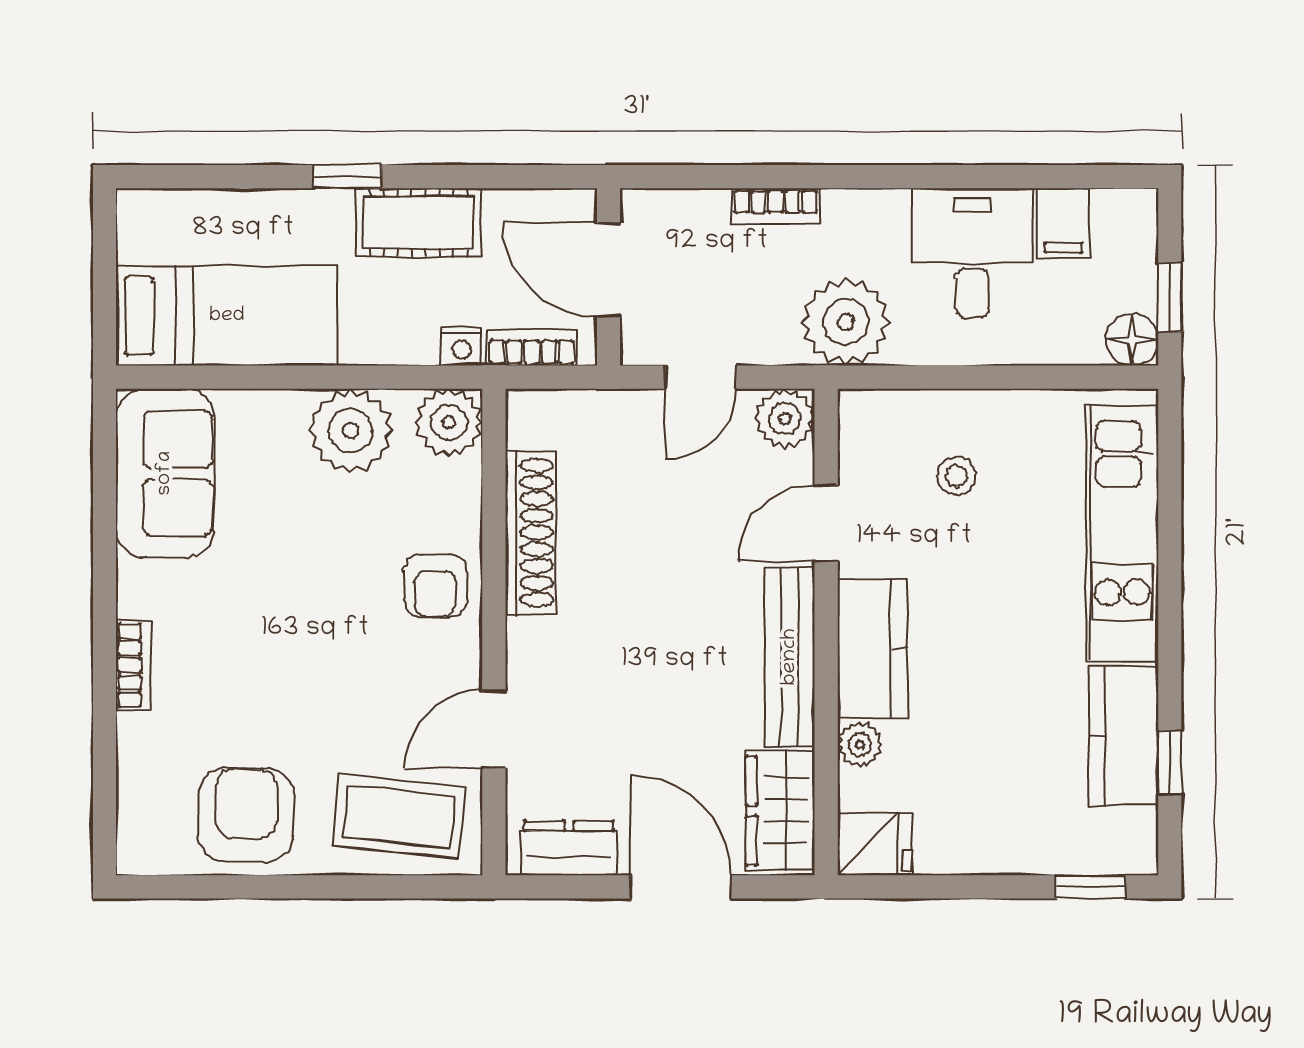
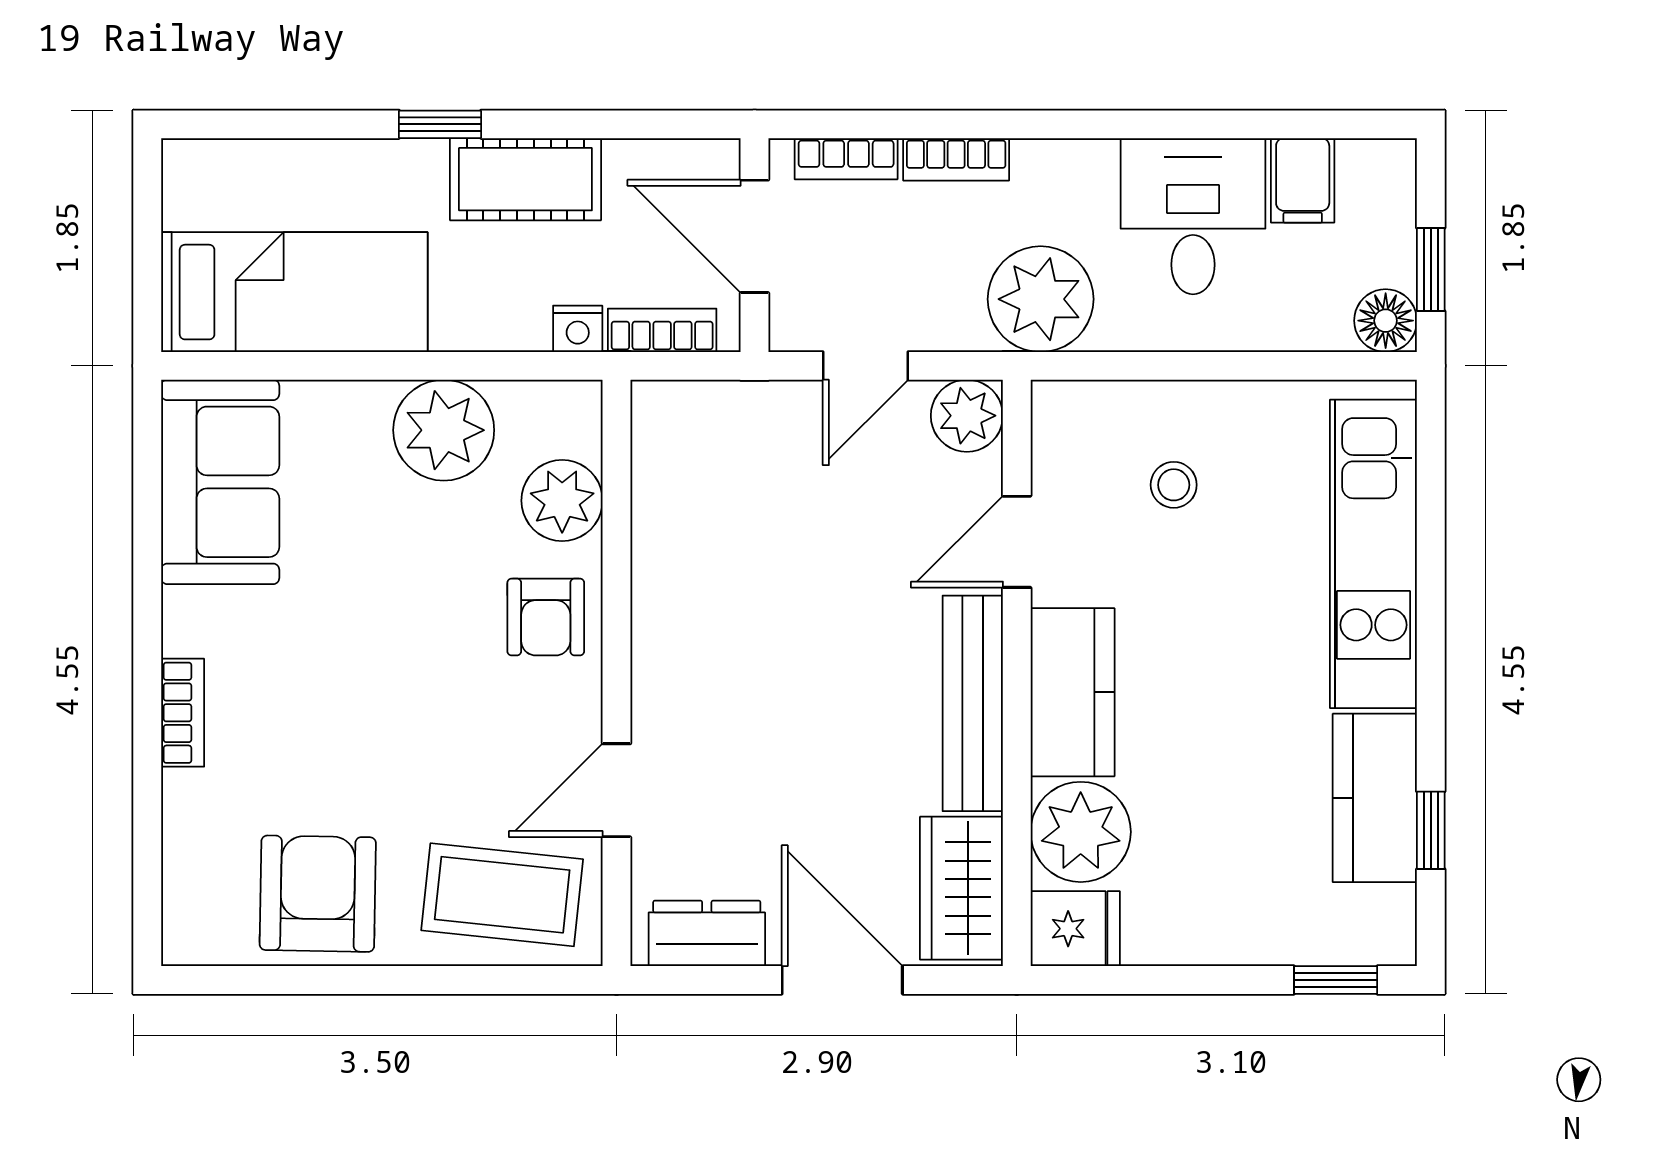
bookcase: (684, 205) -> (846, 159), added
plant: (449, 422) -> (562, 501), moved
shoe rack: (531, 533) -> (661, 553), removed
plant: (860, 745) -> (1081, 832), width x1.87, depth x1.87

